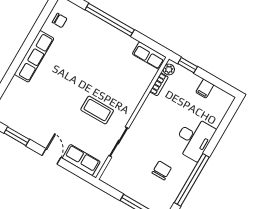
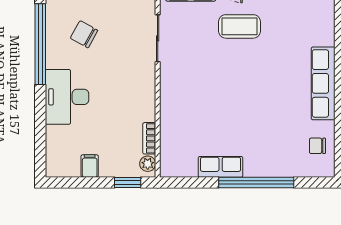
row of seats: (149, 56) -> (221, 167), moved
coffee table: (97, 110) -> (239, 26), moved
chair: (162, 170) -> (84, 34), turned 119

